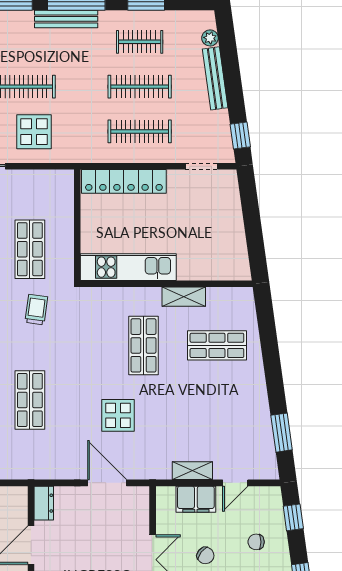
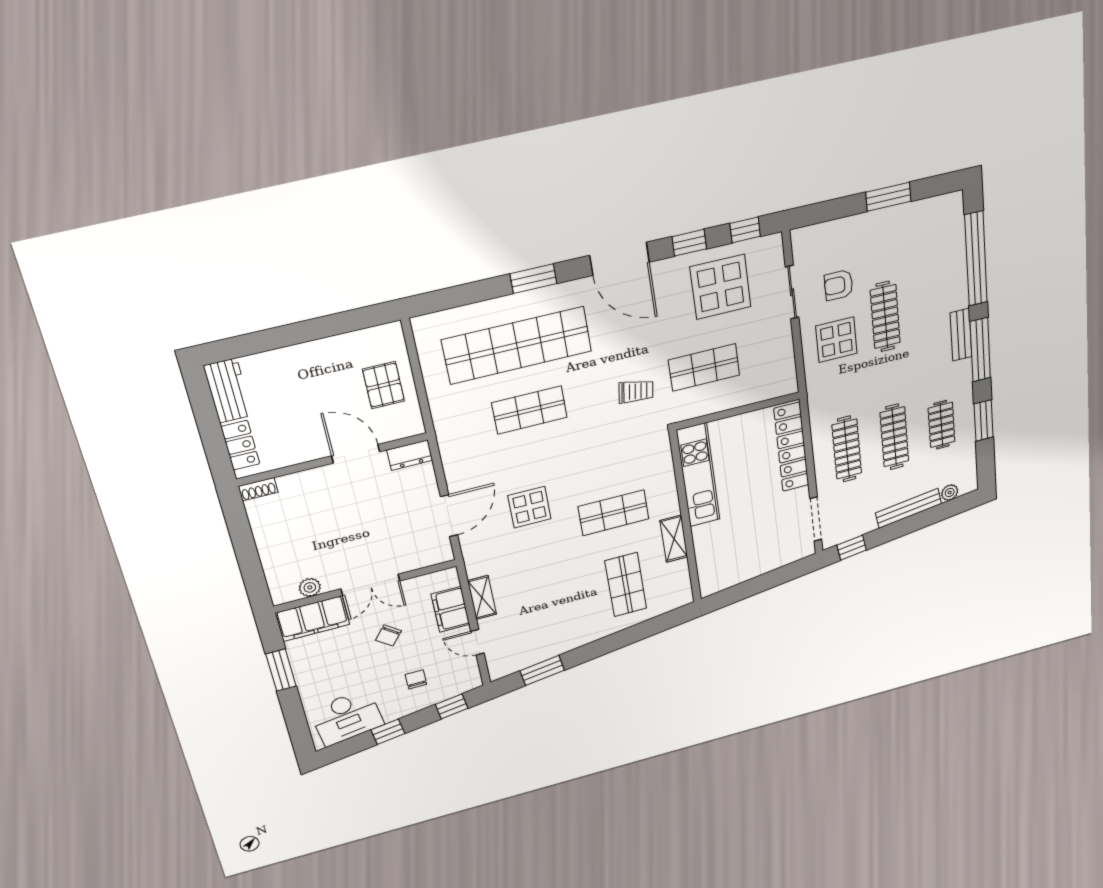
bench: (66, 19) -> (961, 335), width x0.73
doorway: (201, 166) -> (816, 519), width x1.38

